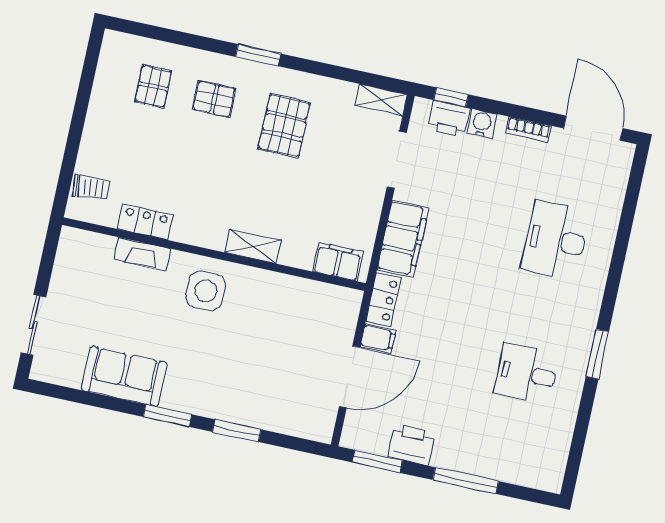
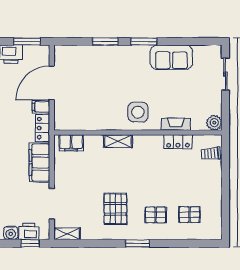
pallet: (153, 86) -> (189, 215), turned 90
plant: (73, 242) -> (214, 123), added

